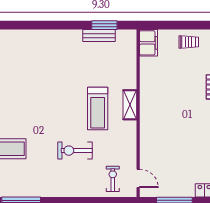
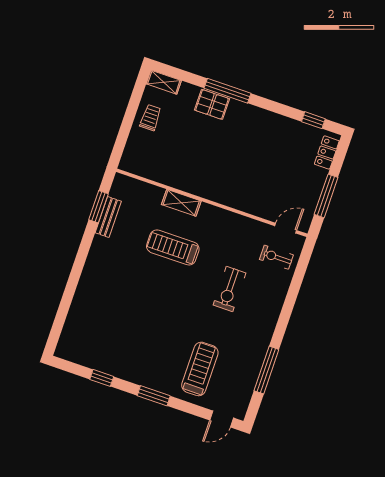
filing cabinet: (148, 43) -> (136, 164), removed
shelving: (130, 105) -> (181, 203), moved
treadmill: (98, 108) -> (173, 247), moved, turned 180

